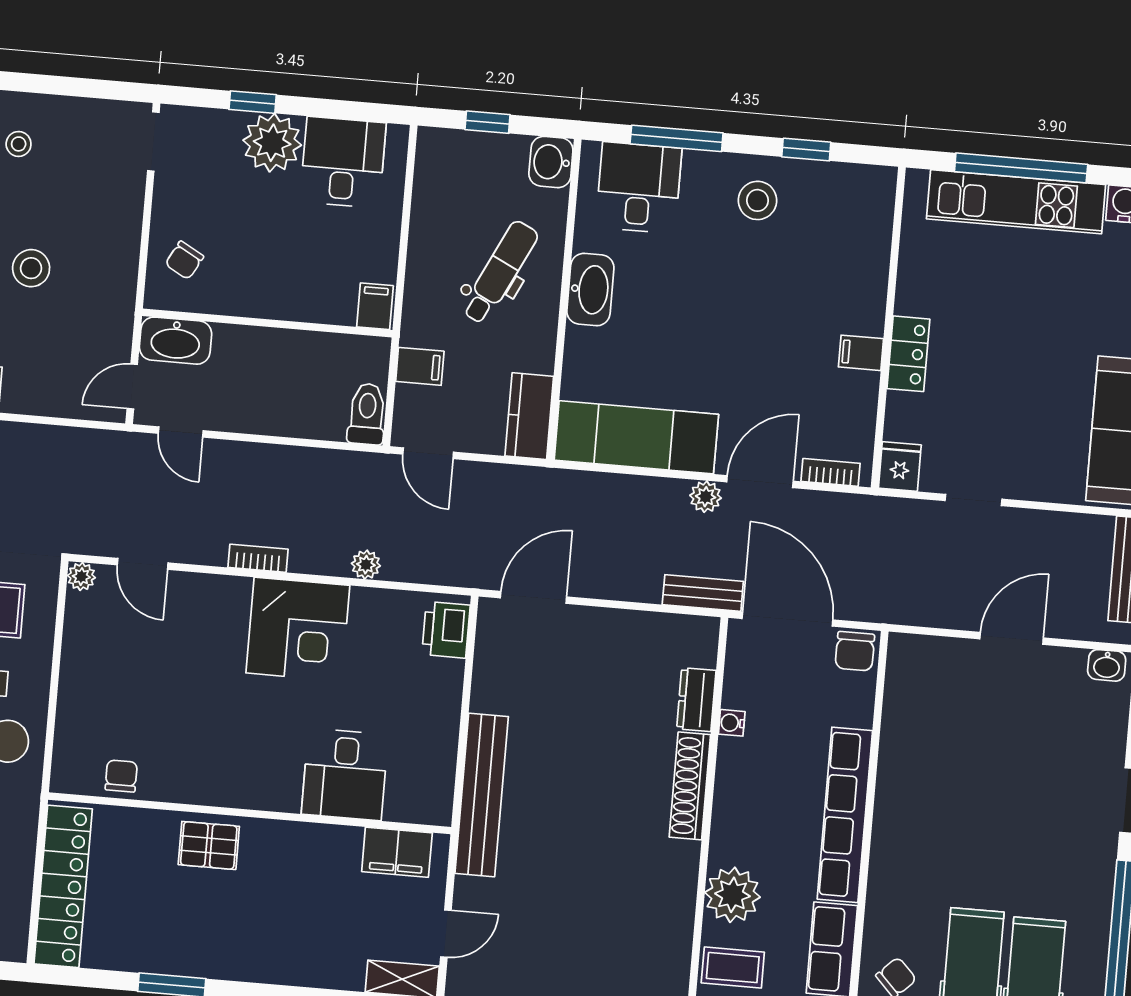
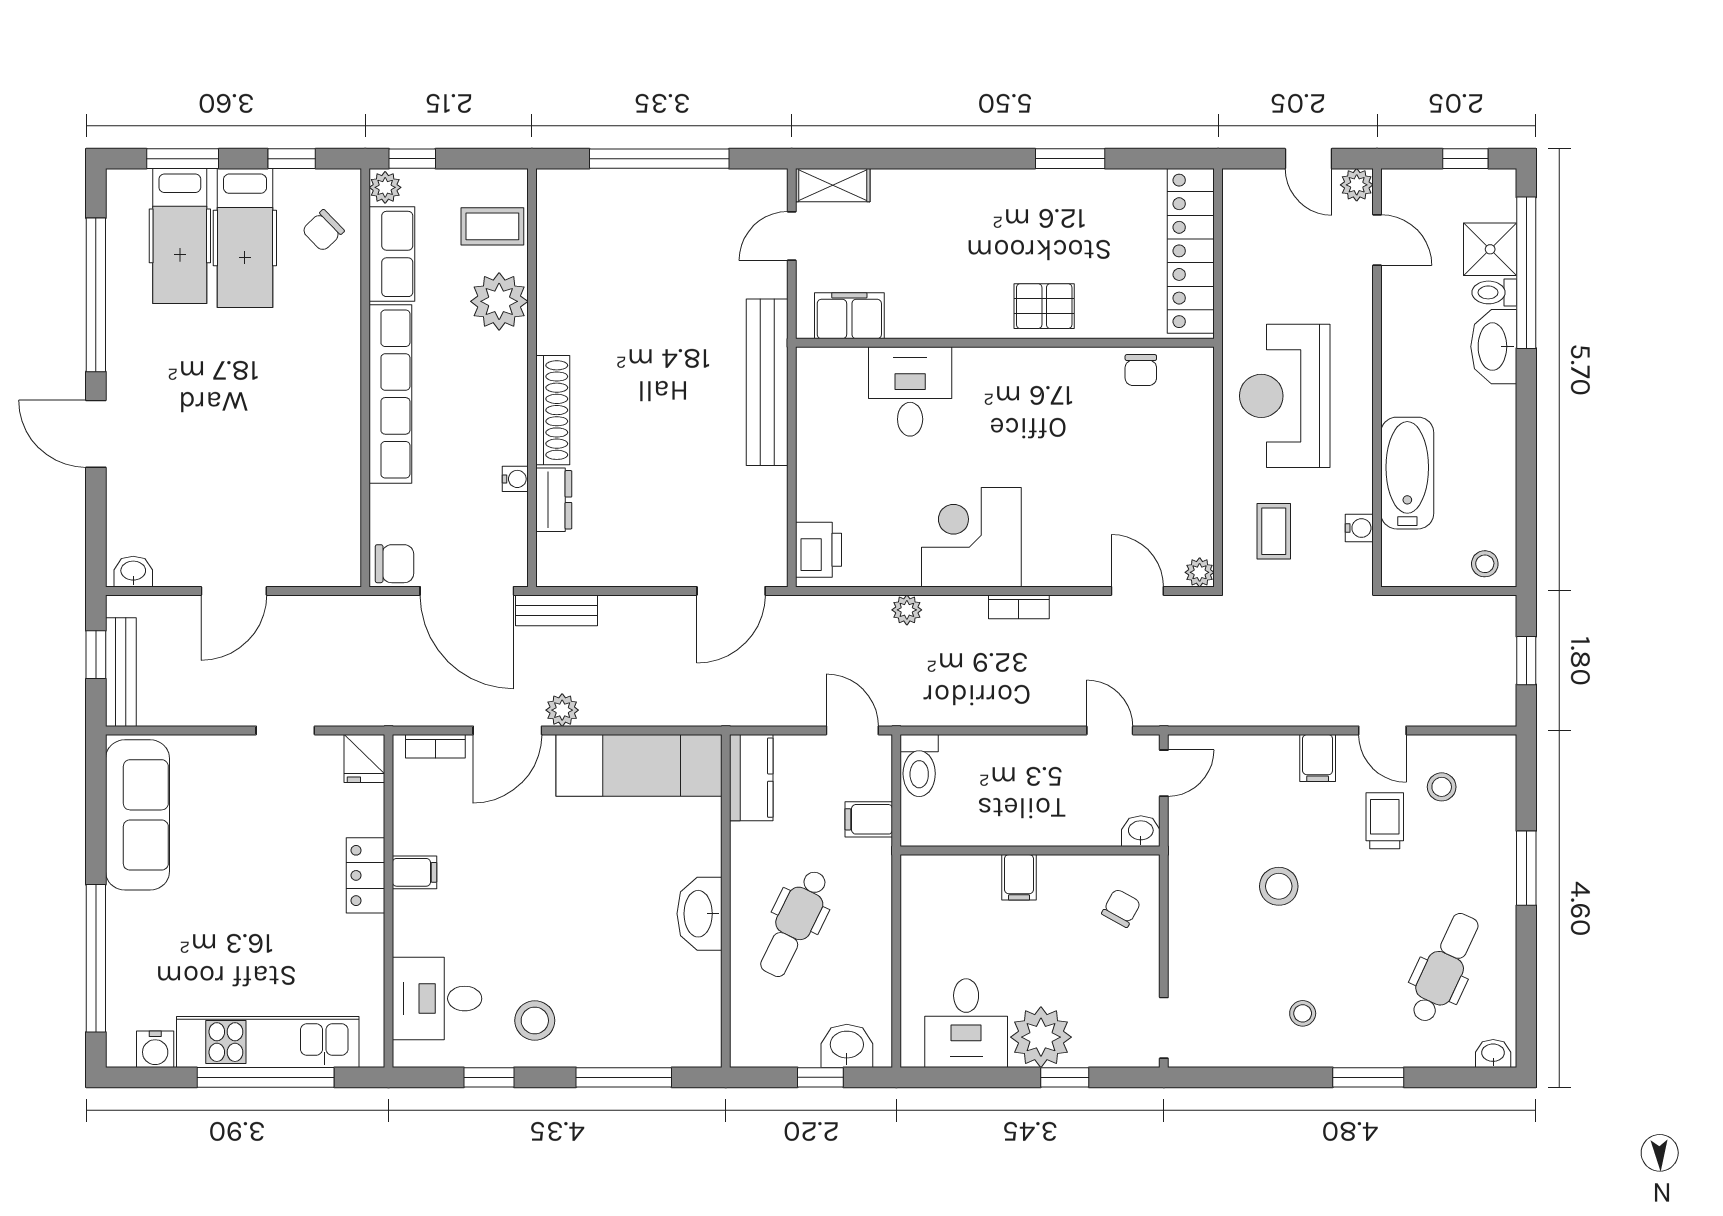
washbasin: (551, 162) -> (847, 1046), moved, turned -90
desk: (639, 188) -> (437, 999), moved, turned 90
filing cabinet: (375, 306) -> (1019, 877), moved
washbasin: (176, 341) -> (1141, 831), width x0.52, depth x0.69
chair: (855, 651) -> (394, 564), turned 90

